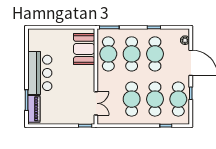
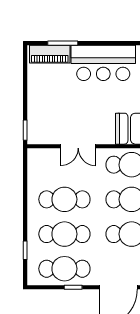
double door: (96, 103) -> (78, 146), moved

